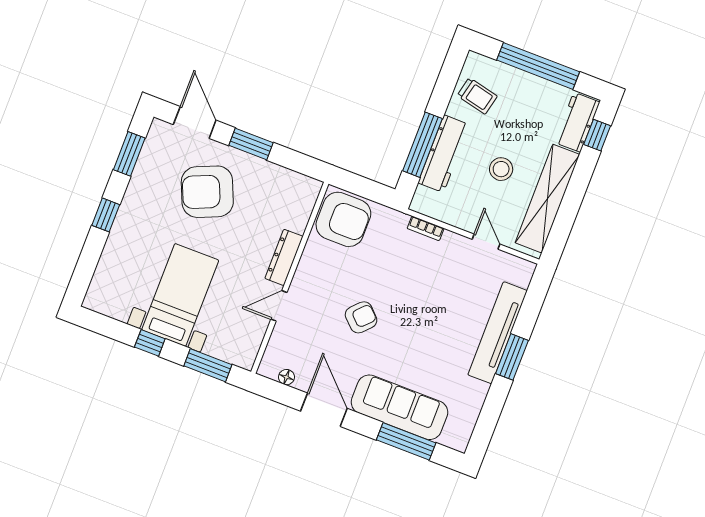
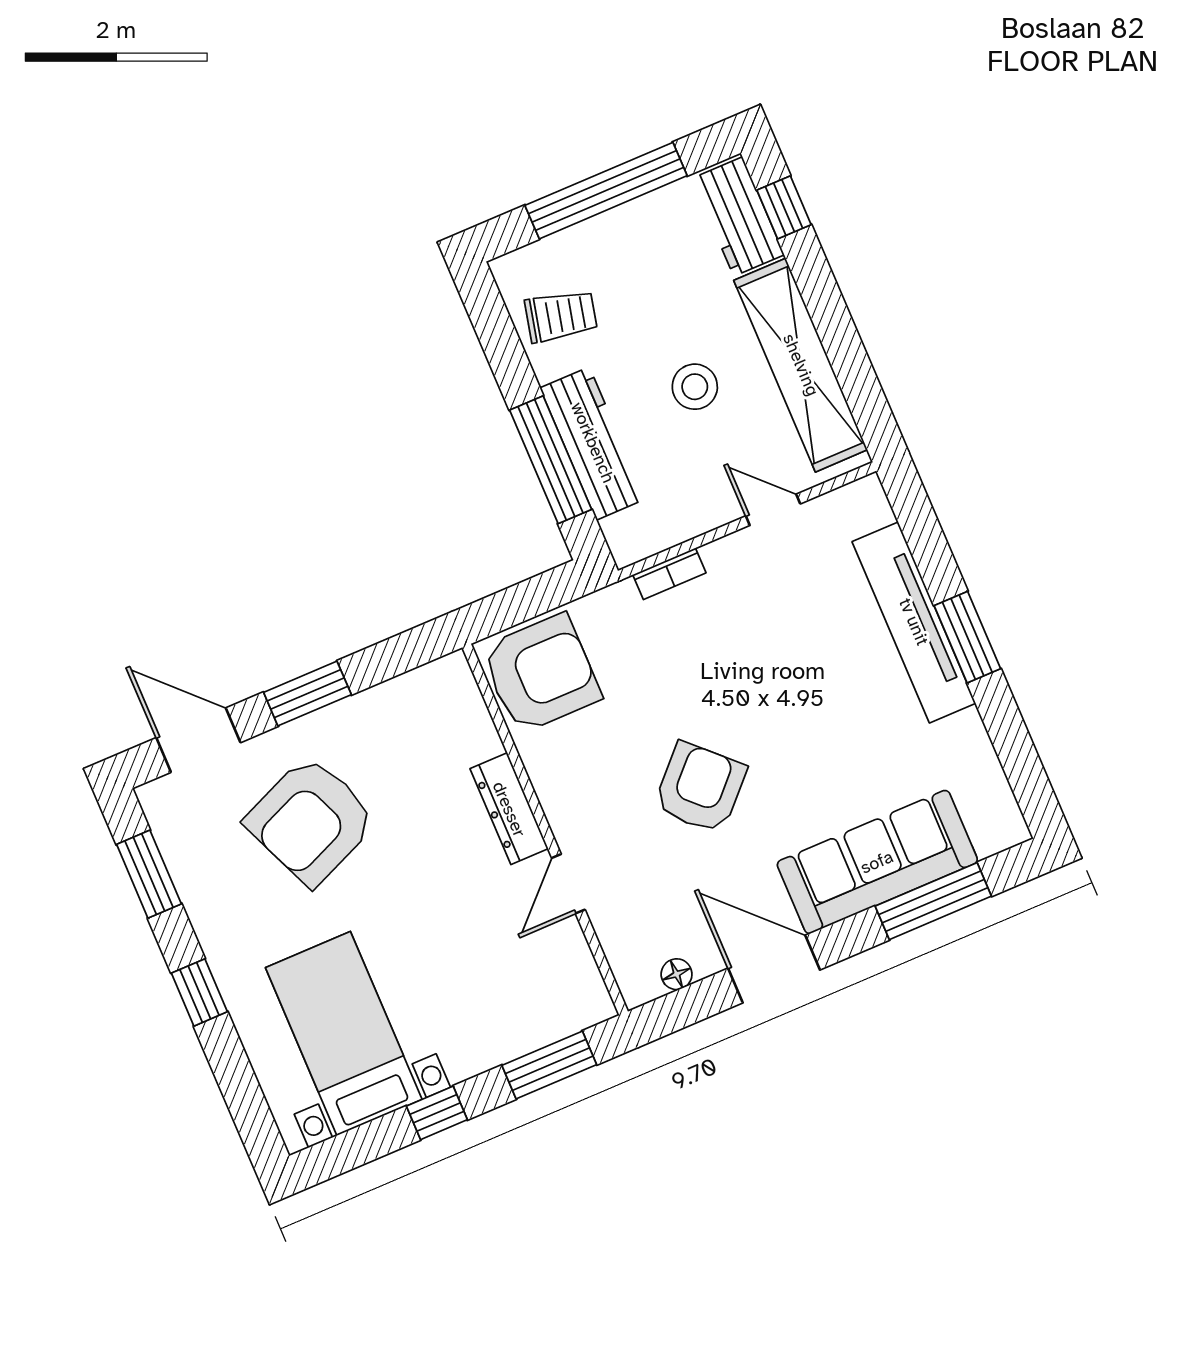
bed with nightstands: (180, 295) -> (344, 1034), moved
armchair: (361, 317) -> (700, 788), width x1.38, depth x1.38

